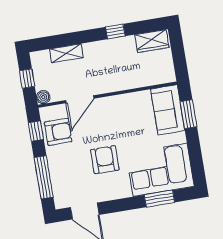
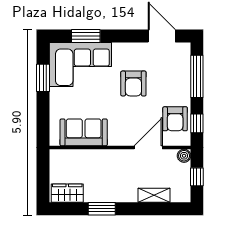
window: (115, 31) -> (102, 209), width x1.50
sofa: (168, 110) -> (84, 132), moved, turned -90
window: (188, 114) -> (43, 78), moved
armchair: (58, 132) -> (175, 119), turned -90

